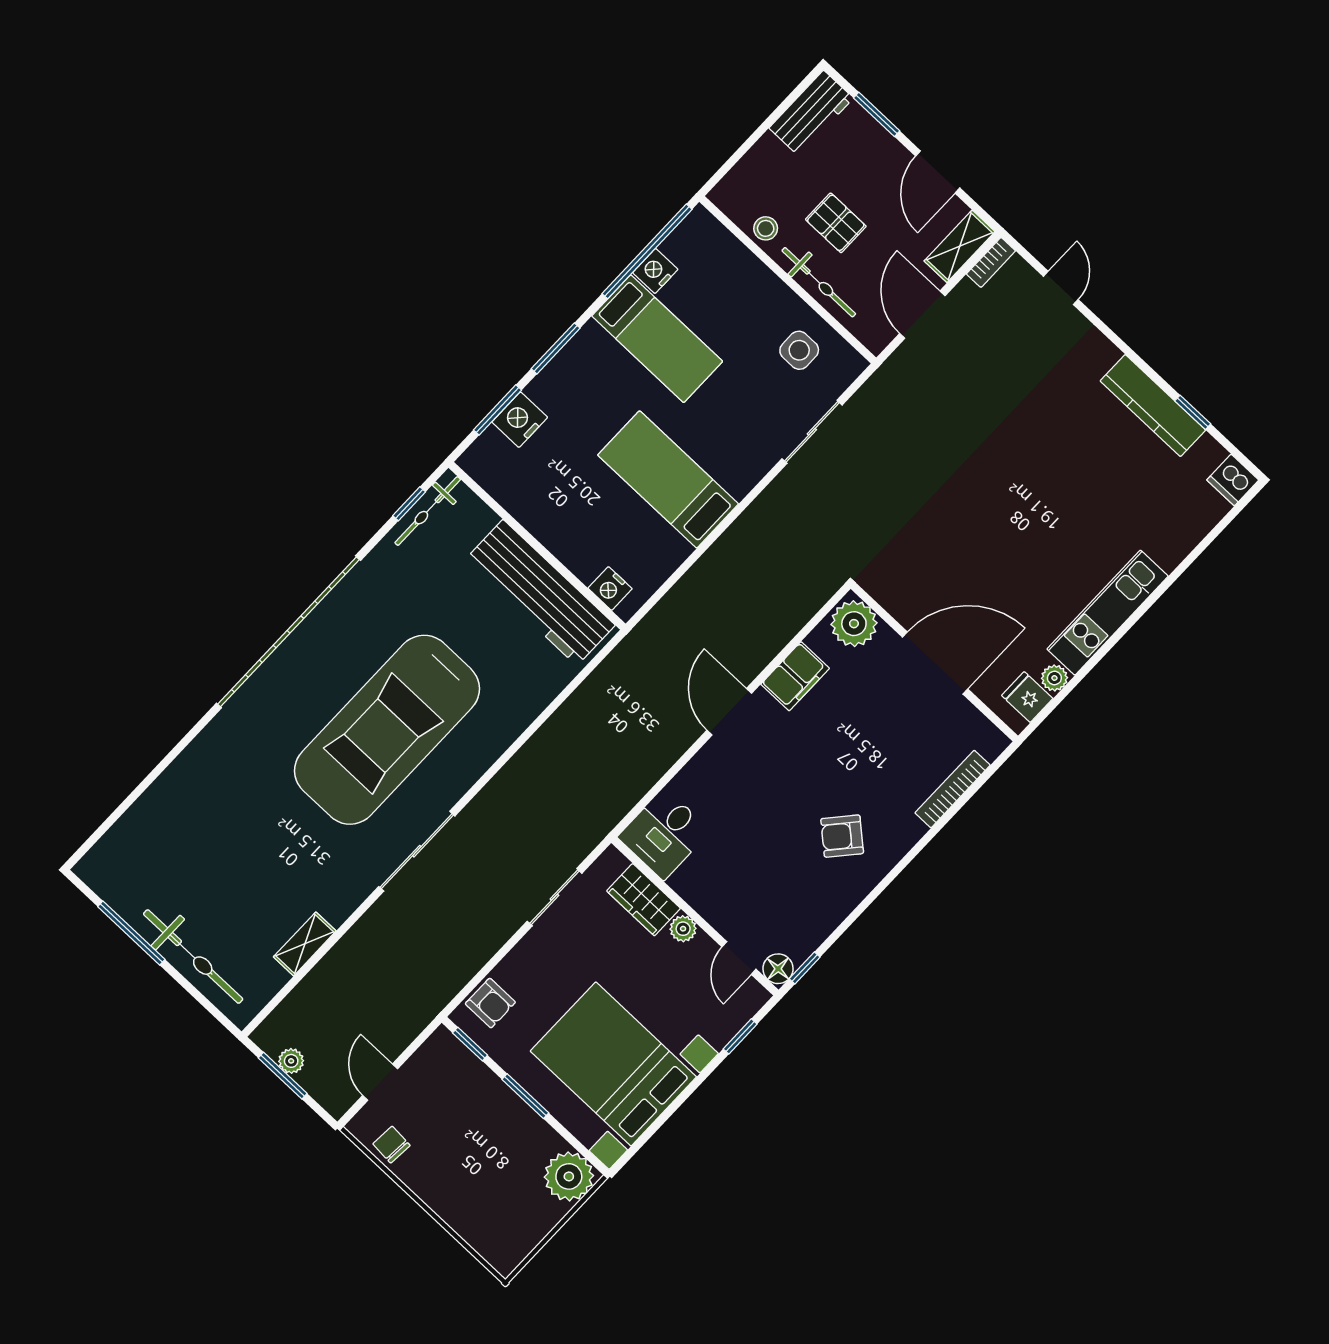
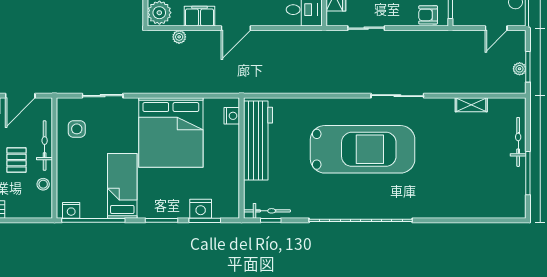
nightstand: (655, 271) -> (71, 210), moved
bed: (668, 479) -> (171, 132), width x2.04
plant: (793, 619) -> (179, 37), added
bicycle: (193, 957) -> (518, 142), width x0.73, depth x0.71
armchair: (490, 1003) -> (428, 15), turned -90

